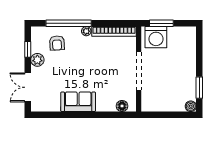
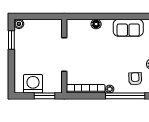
washing machine: (156, 37) -> (33, 84), moved
sofa: (78, 102) -> (128, 28), moved
floor lamp: (122, 106) -> (96, 24), moved

